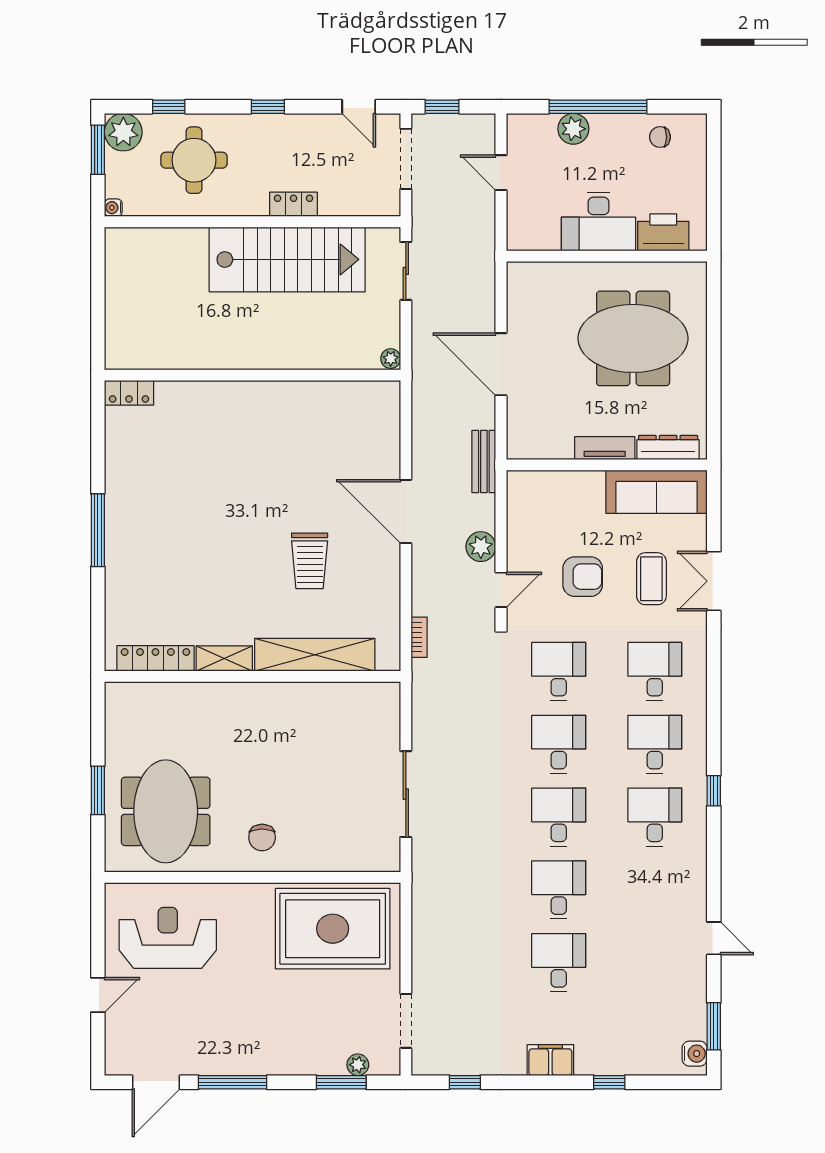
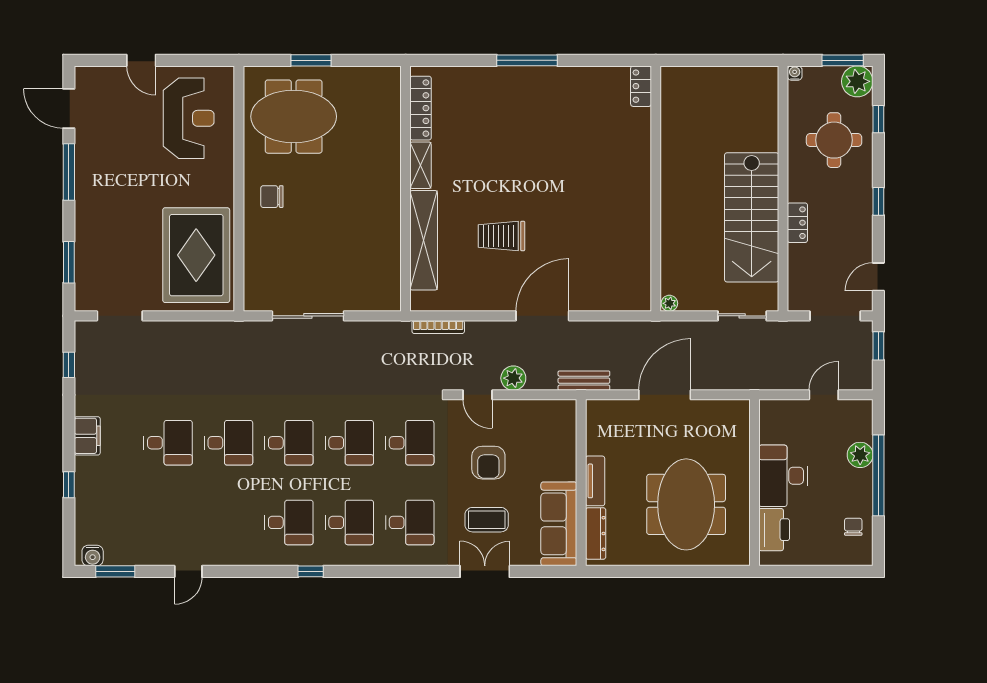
bookcase: (419, 637) -> (438, 327), width x1.56
plant: (358, 1065) -> (83, 276), removed

